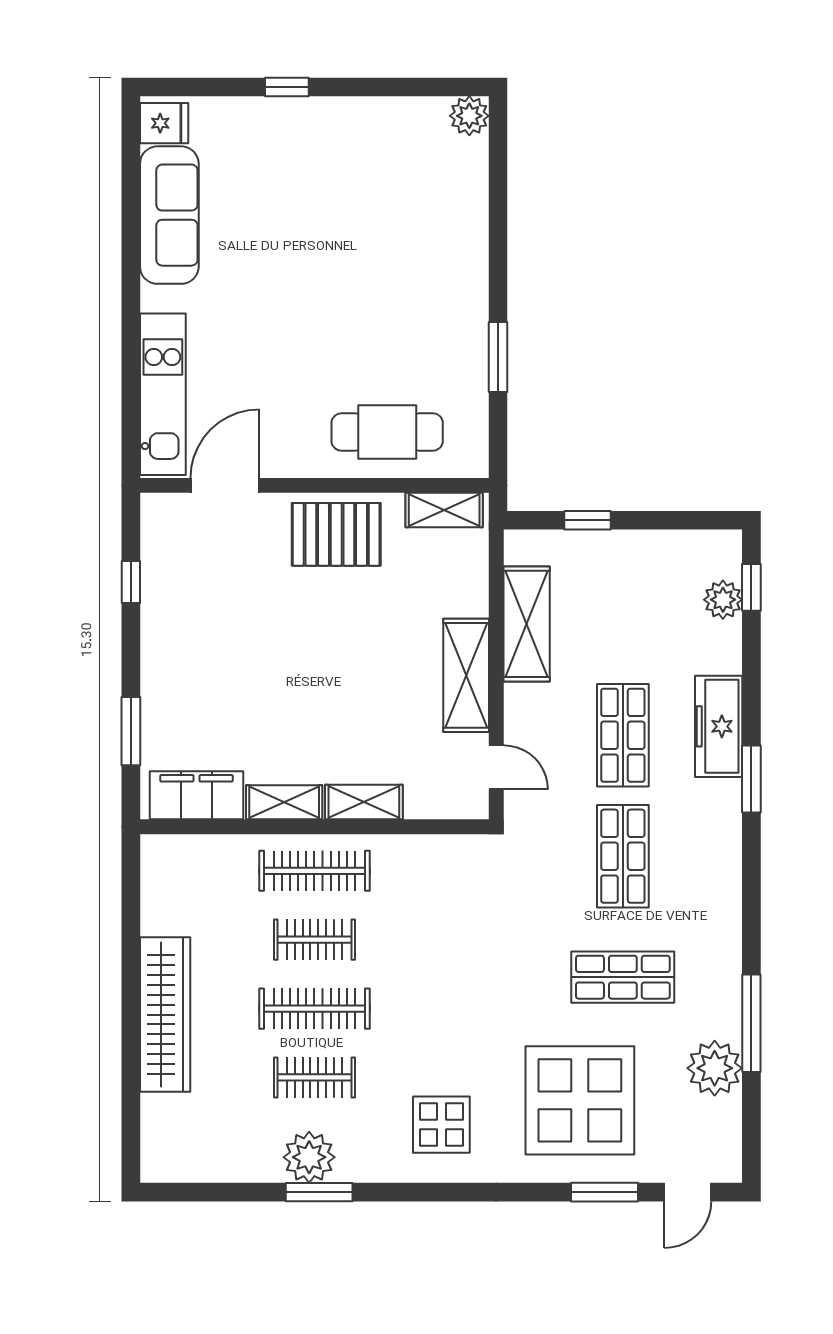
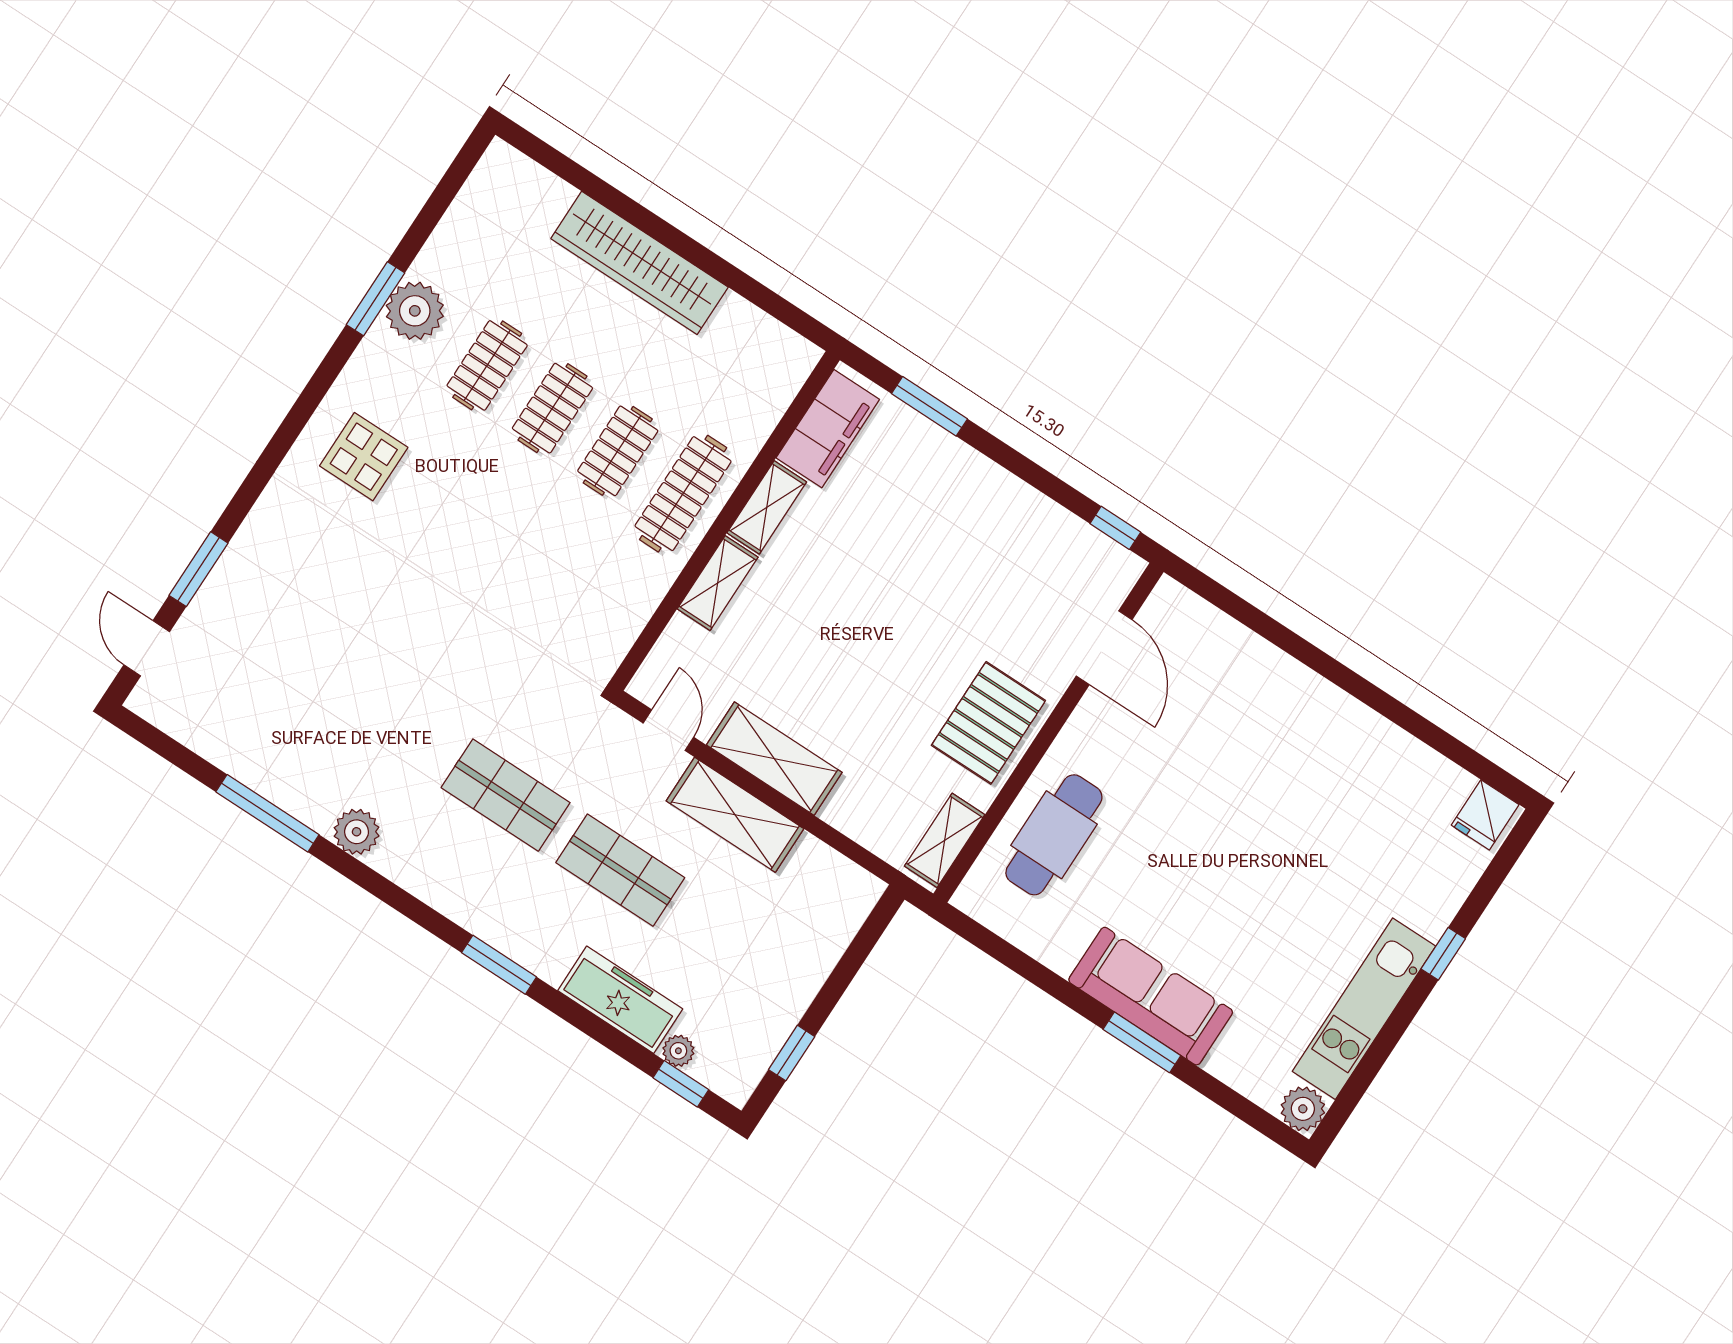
sofa: (169, 215) -> (1151, 996), moved, turned 180
window: (498, 357) -> (1142, 1042), moved
kitchen unit: (163, 394) -> (1364, 1009), moved, turned 90
window: (588, 520) -> (792, 1053), moved
window: (131, 582) -> (1115, 528), moved
plant: (723, 600) -> (678, 1051), width x0.73, depth x0.73
shelving: (527, 624) -> (735, 815), moved
freezer: (719, 726) -> (620, 1000), moved
door: (496, 767) -> (668, 730), swing flipped
shop shelf: (623, 977) -> (391, 720), removed
clothes rail: (314, 1009) -> (552, 408), width x0.73
plant: (715, 1068) -> (357, 832), moved, width x0.73, depth x0.73
display table: (580, 1100) -> (301, 603), removed

